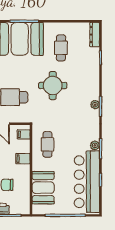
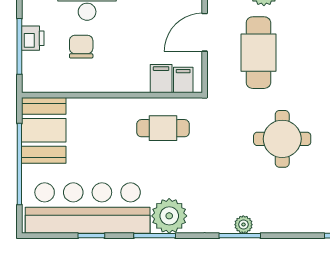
plant: (95, 145) -> (169, 216), width x1.88, depth x1.88
filing cabinet: (23, 159) -> (161, 79), moved
booth: (43, 188) -> (44, 130), moved, turned 90

